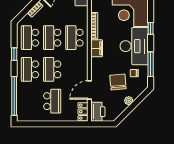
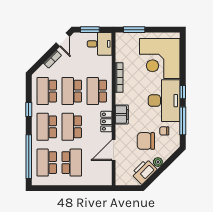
window: (151, 28) -> (183, 92), moved
filing cabinet: (97, 48) -> (122, 114), moved
chair: (118, 82) -> (146, 141), turned -85
school desk: (30, 101) -> (47, 163), added
locker: (83, 112) -> (106, 122), moved
printer: (98, 112) -> (144, 172), moved, turned -135

